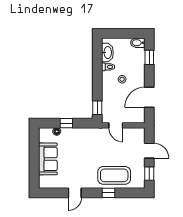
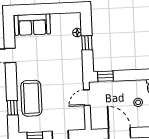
sofa: (48, 159) -> (32, 25), moved
window: (109, 193) -> (12, 108), moved

